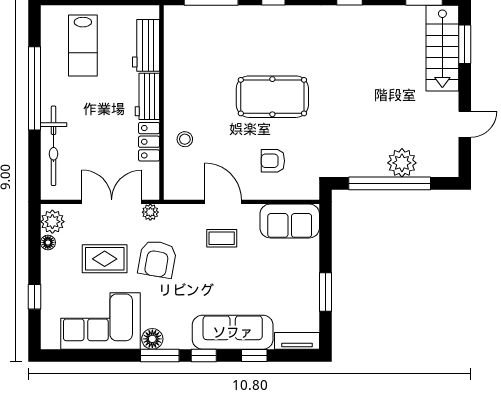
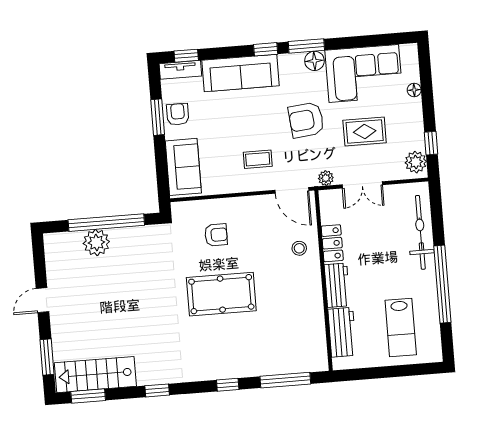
lab bench: (83, 45) -> (401, 328), turned 180
stairs: (442, 48) -> (95, 375), moved, turned -90
door: (465, 124) -> (42, 300), moved
double door: (112, 202) -> (362, 185), width x0.73
door: (223, 202) -> (292, 190), moved
sofa: (290, 221) -> (183, 167), moved, turned 90
floor lamp: (48, 242) -> (414, 90), moved
armchair: (157, 259) -> (306, 120), moved, turned -106
armchair: (304, 293) -> (178, 114), added
window: (34, 297) -> (431, 143), moved
window: (254, 356) -> (186, 56), moved

